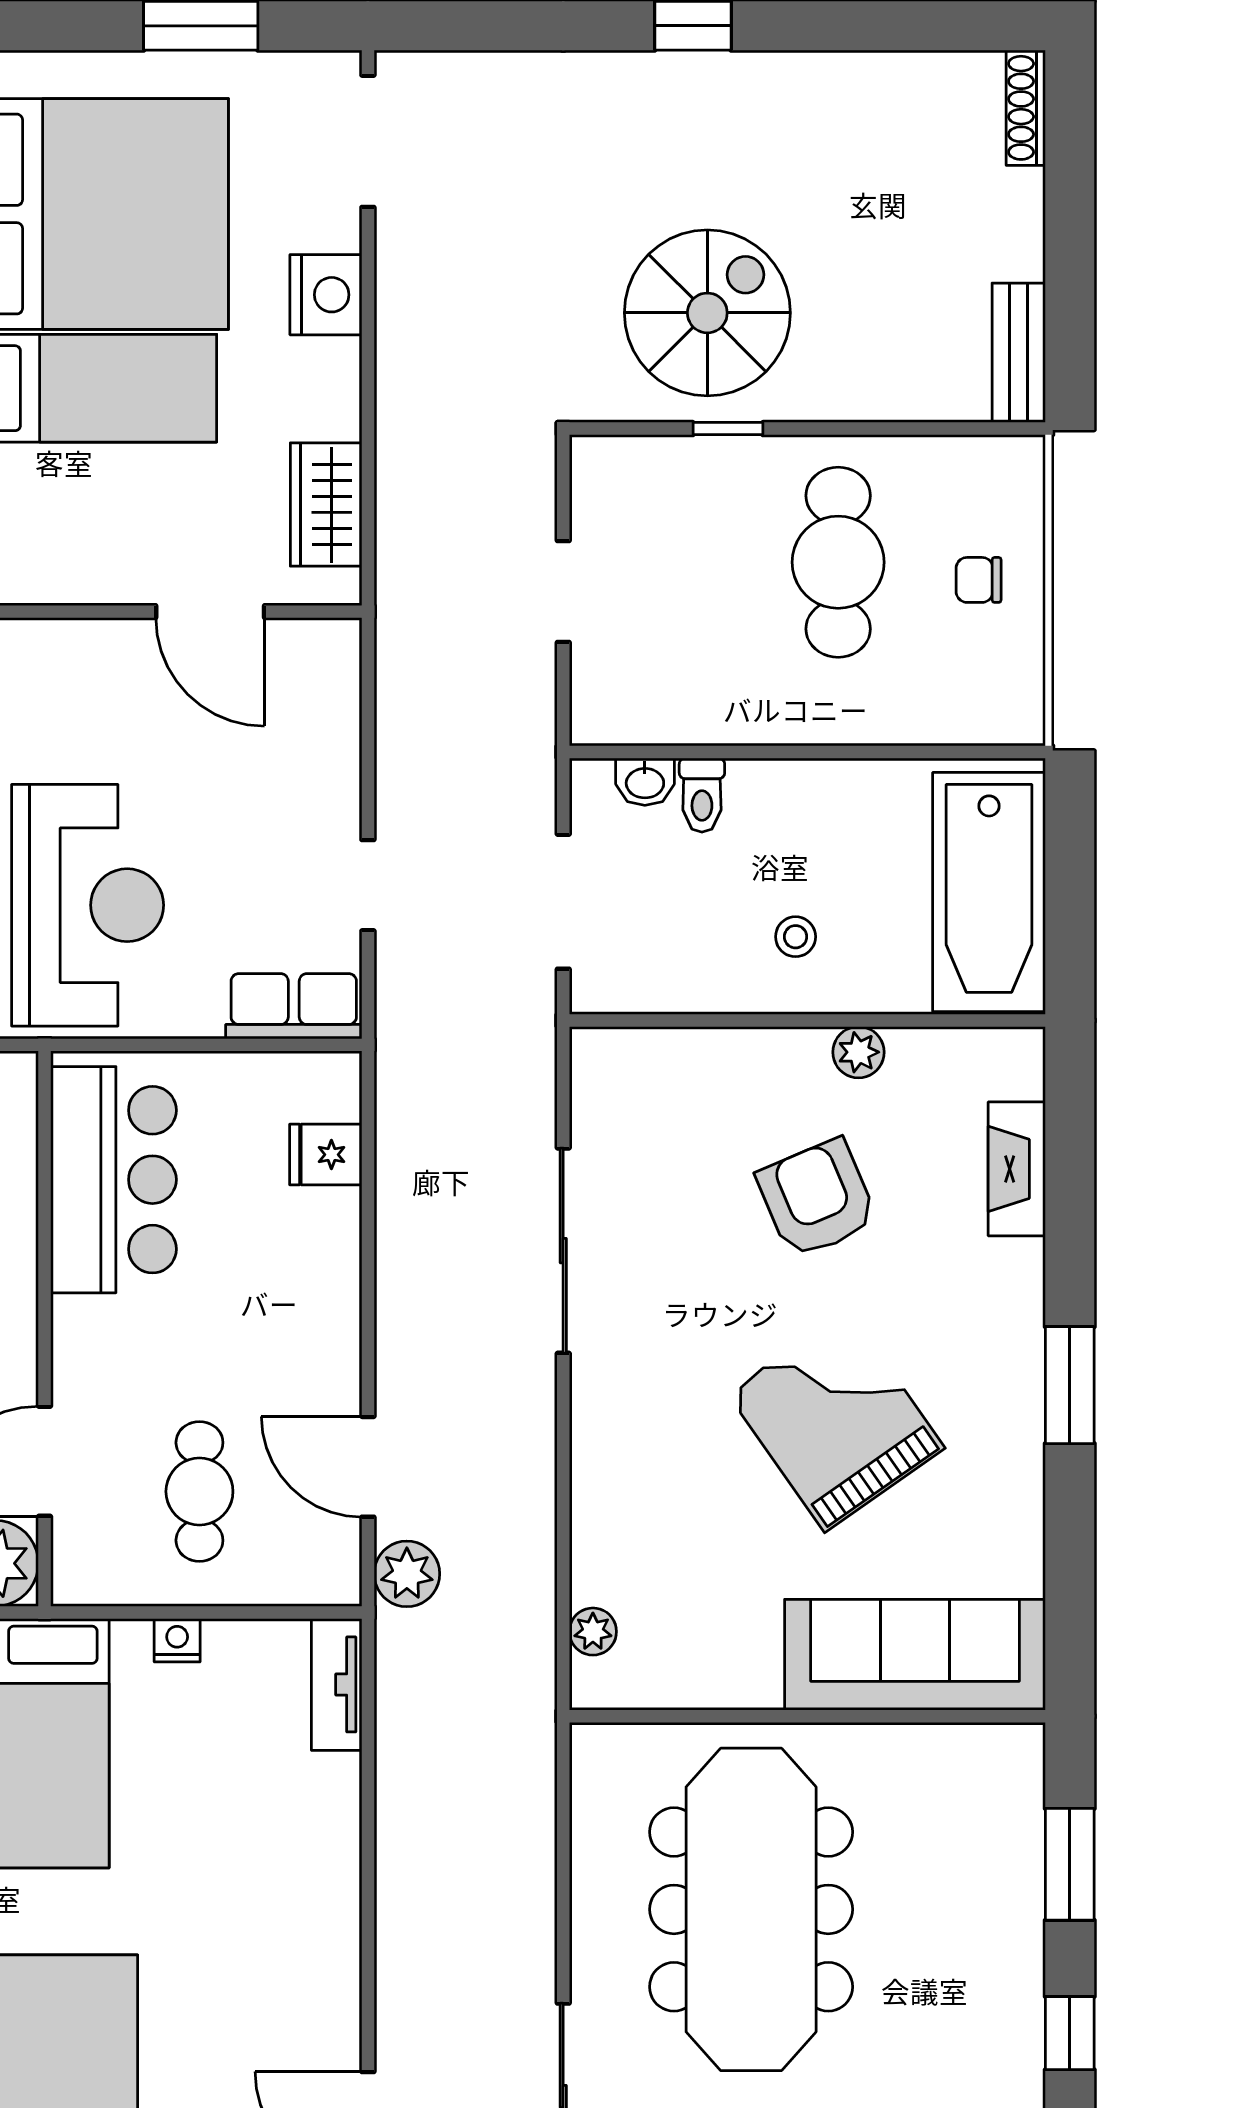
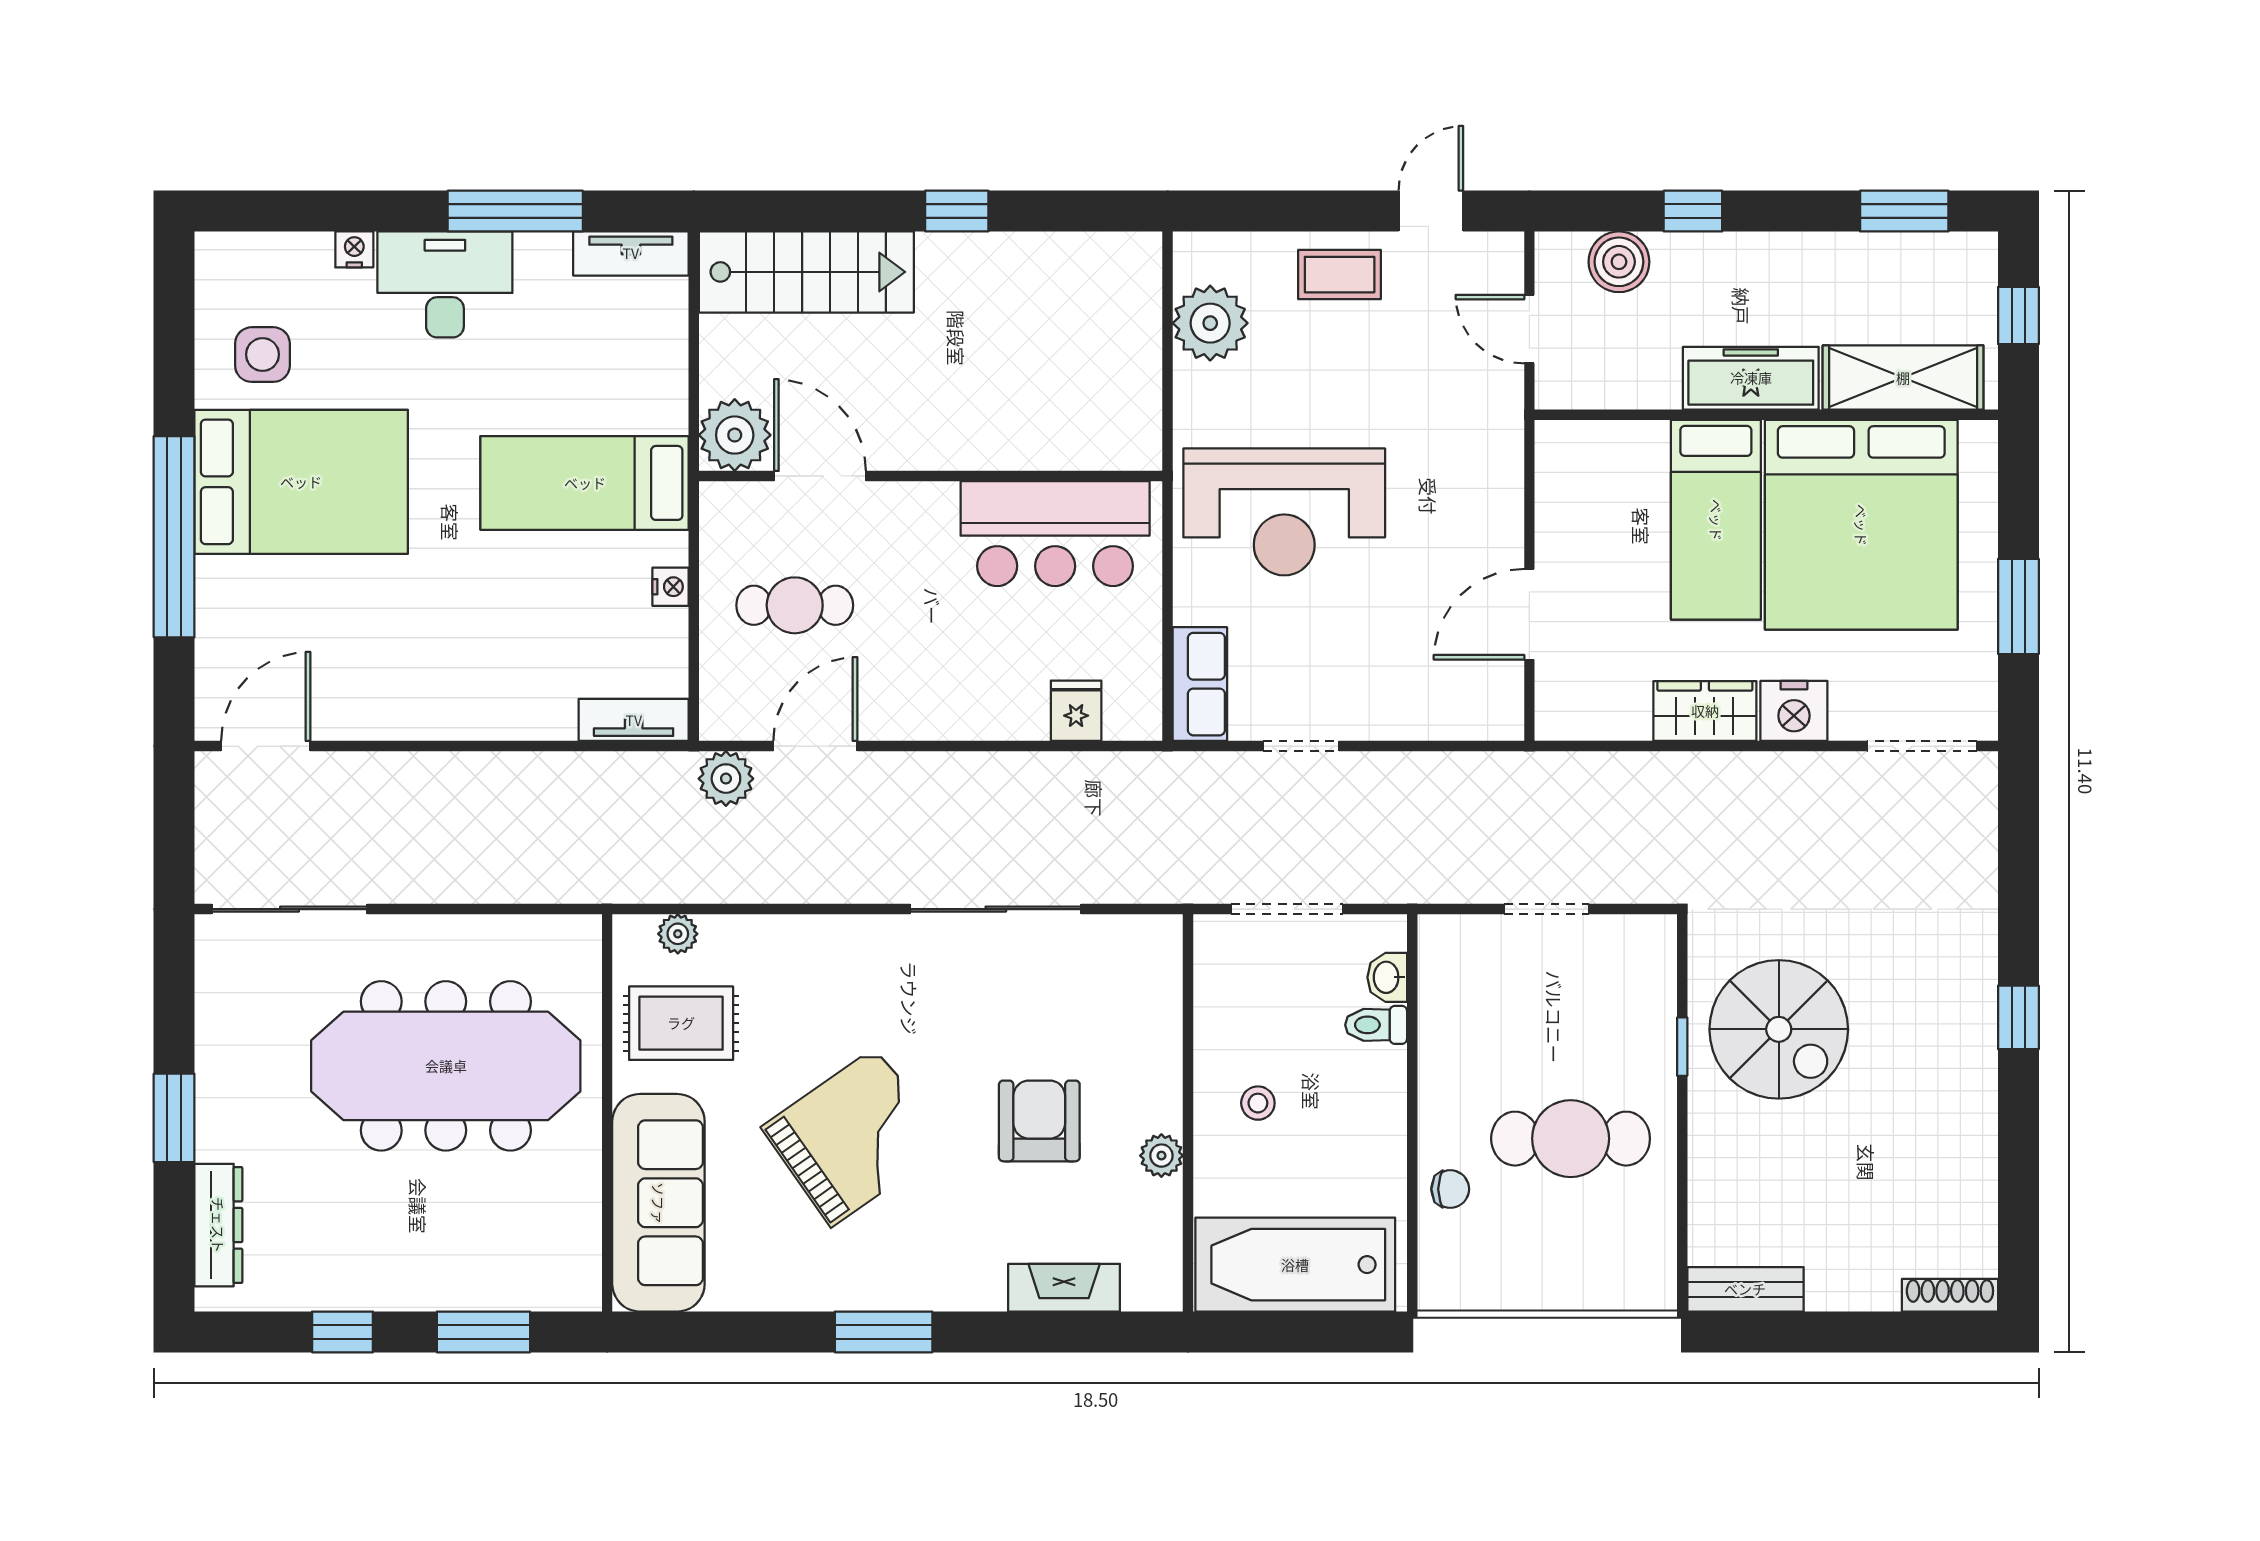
wardrobe: (326, 505) -> (1705, 711), moved
chair: (979, 580) -> (1450, 1189), moved, turned 90
armchair: (817, 1199) -> (1039, 1121), turned -67
rug: (700, 1628) -> (681, 1023), added

